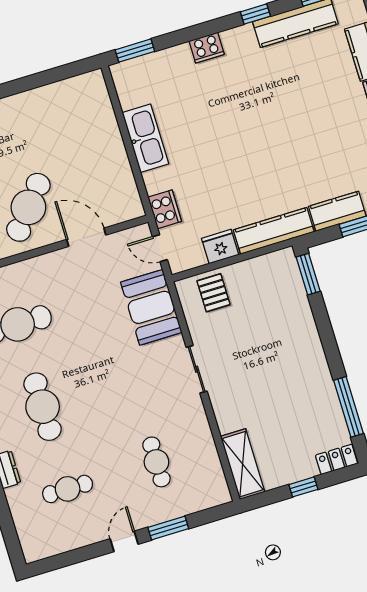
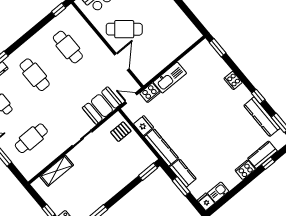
kitchen sink: (145, 138) -> (170, 78), moved
door: (160, 248) -> (131, 98), hinge flipped
cafe table: (43, 407) -> (35, 75), turned 90
cafe table: (156, 462) -> (31, 138), width x1.37, depth x1.35
shelving: (243, 464) -> (57, 171), moved

